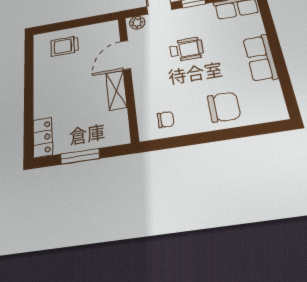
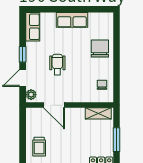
shelving: (116, 90) -> (98, 113), moved

